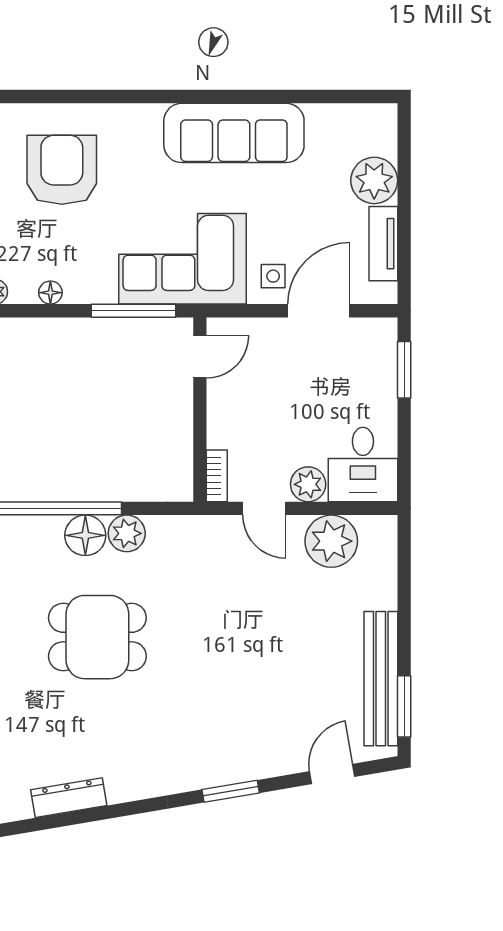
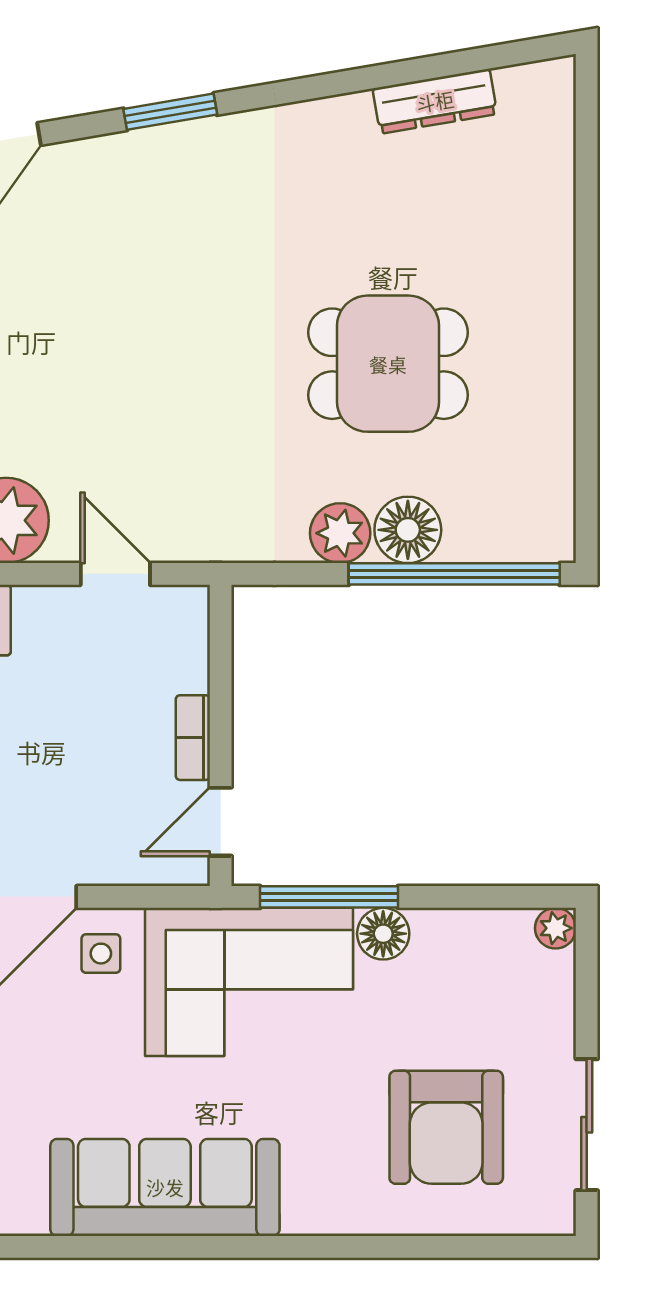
floor lamp: (50, 293) -> (383, 934), moved, width x1.37, depth x1.37
bookcase: (217, 476) -> (193, 738), moved
plant: (308, 484) -> (44, 613), removed

